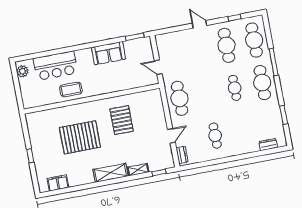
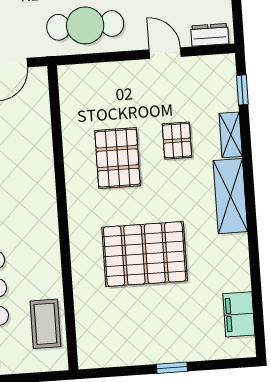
coffee table: (71, 90) -> (45, 324), moved
pallet: (122, 120) -> (118, 158), turned 90
pallet: (80, 137) -> (145, 254), turned 90
pallet: (133, 146) -> (177, 141), added

